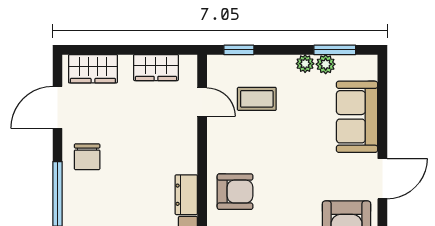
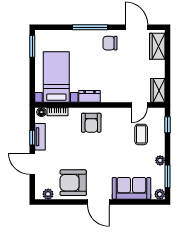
plant: (326, 64) -> (160, 194), moved
wardrobe: (156, 68) -> (158, 90), moved

